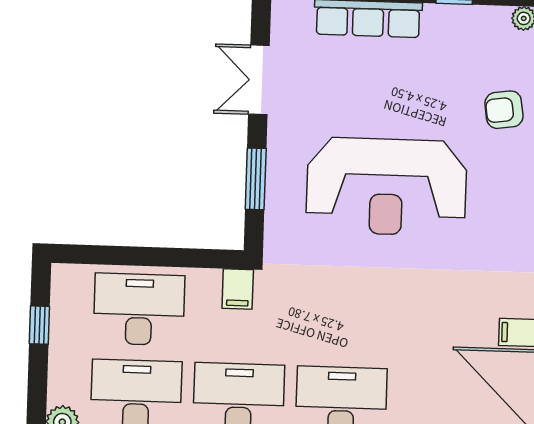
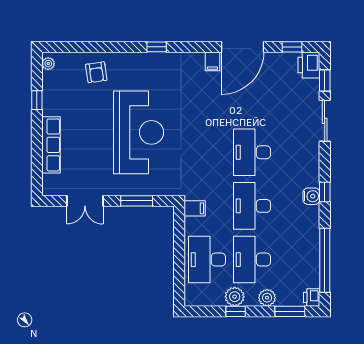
window: (39, 325) -> (236, 311), moved
plant: (66, 360) -> (235, 297), added

